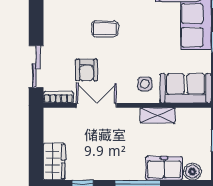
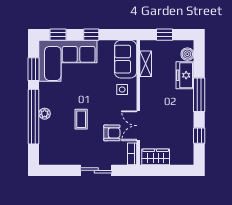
sliding door: (36, 66) -> (96, 170), moved
shelving: (158, 115) -> (146, 64), moved
wardrobe: (54, 162) -> (156, 157), moved

